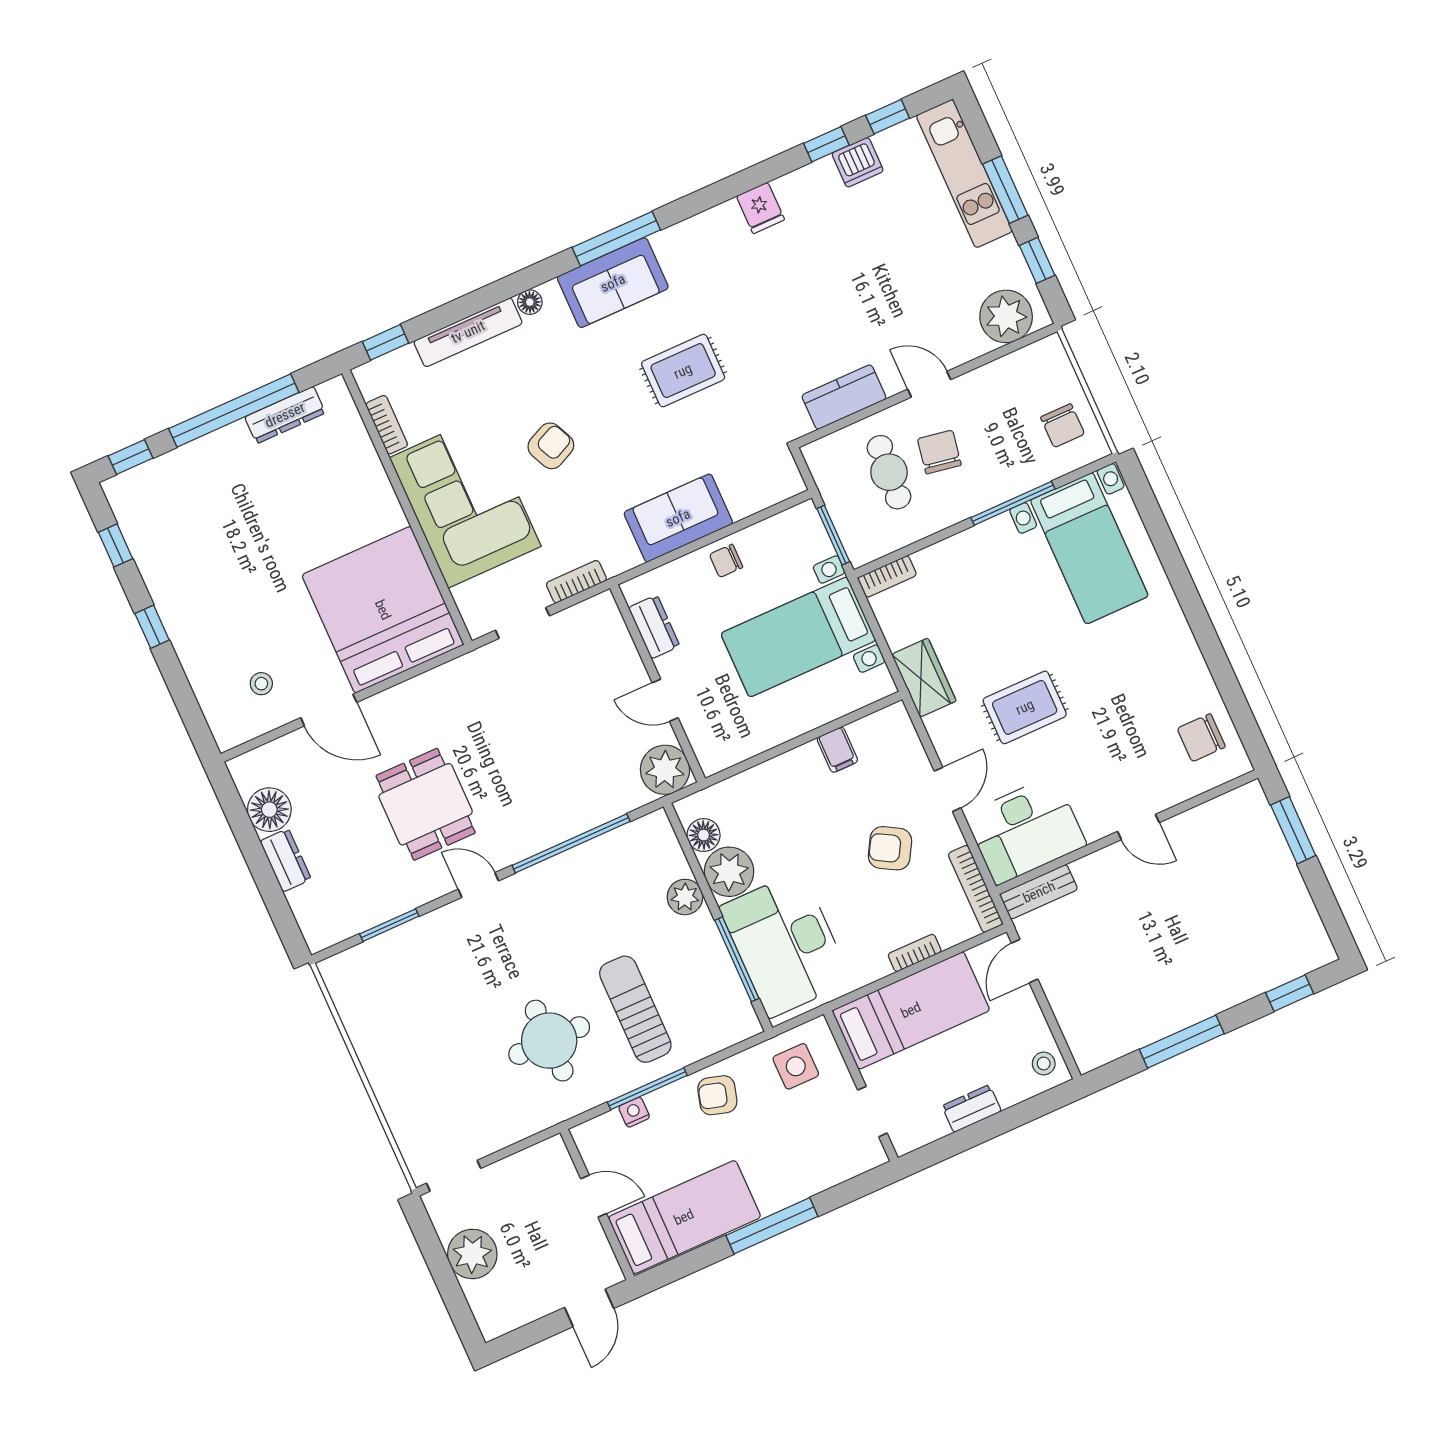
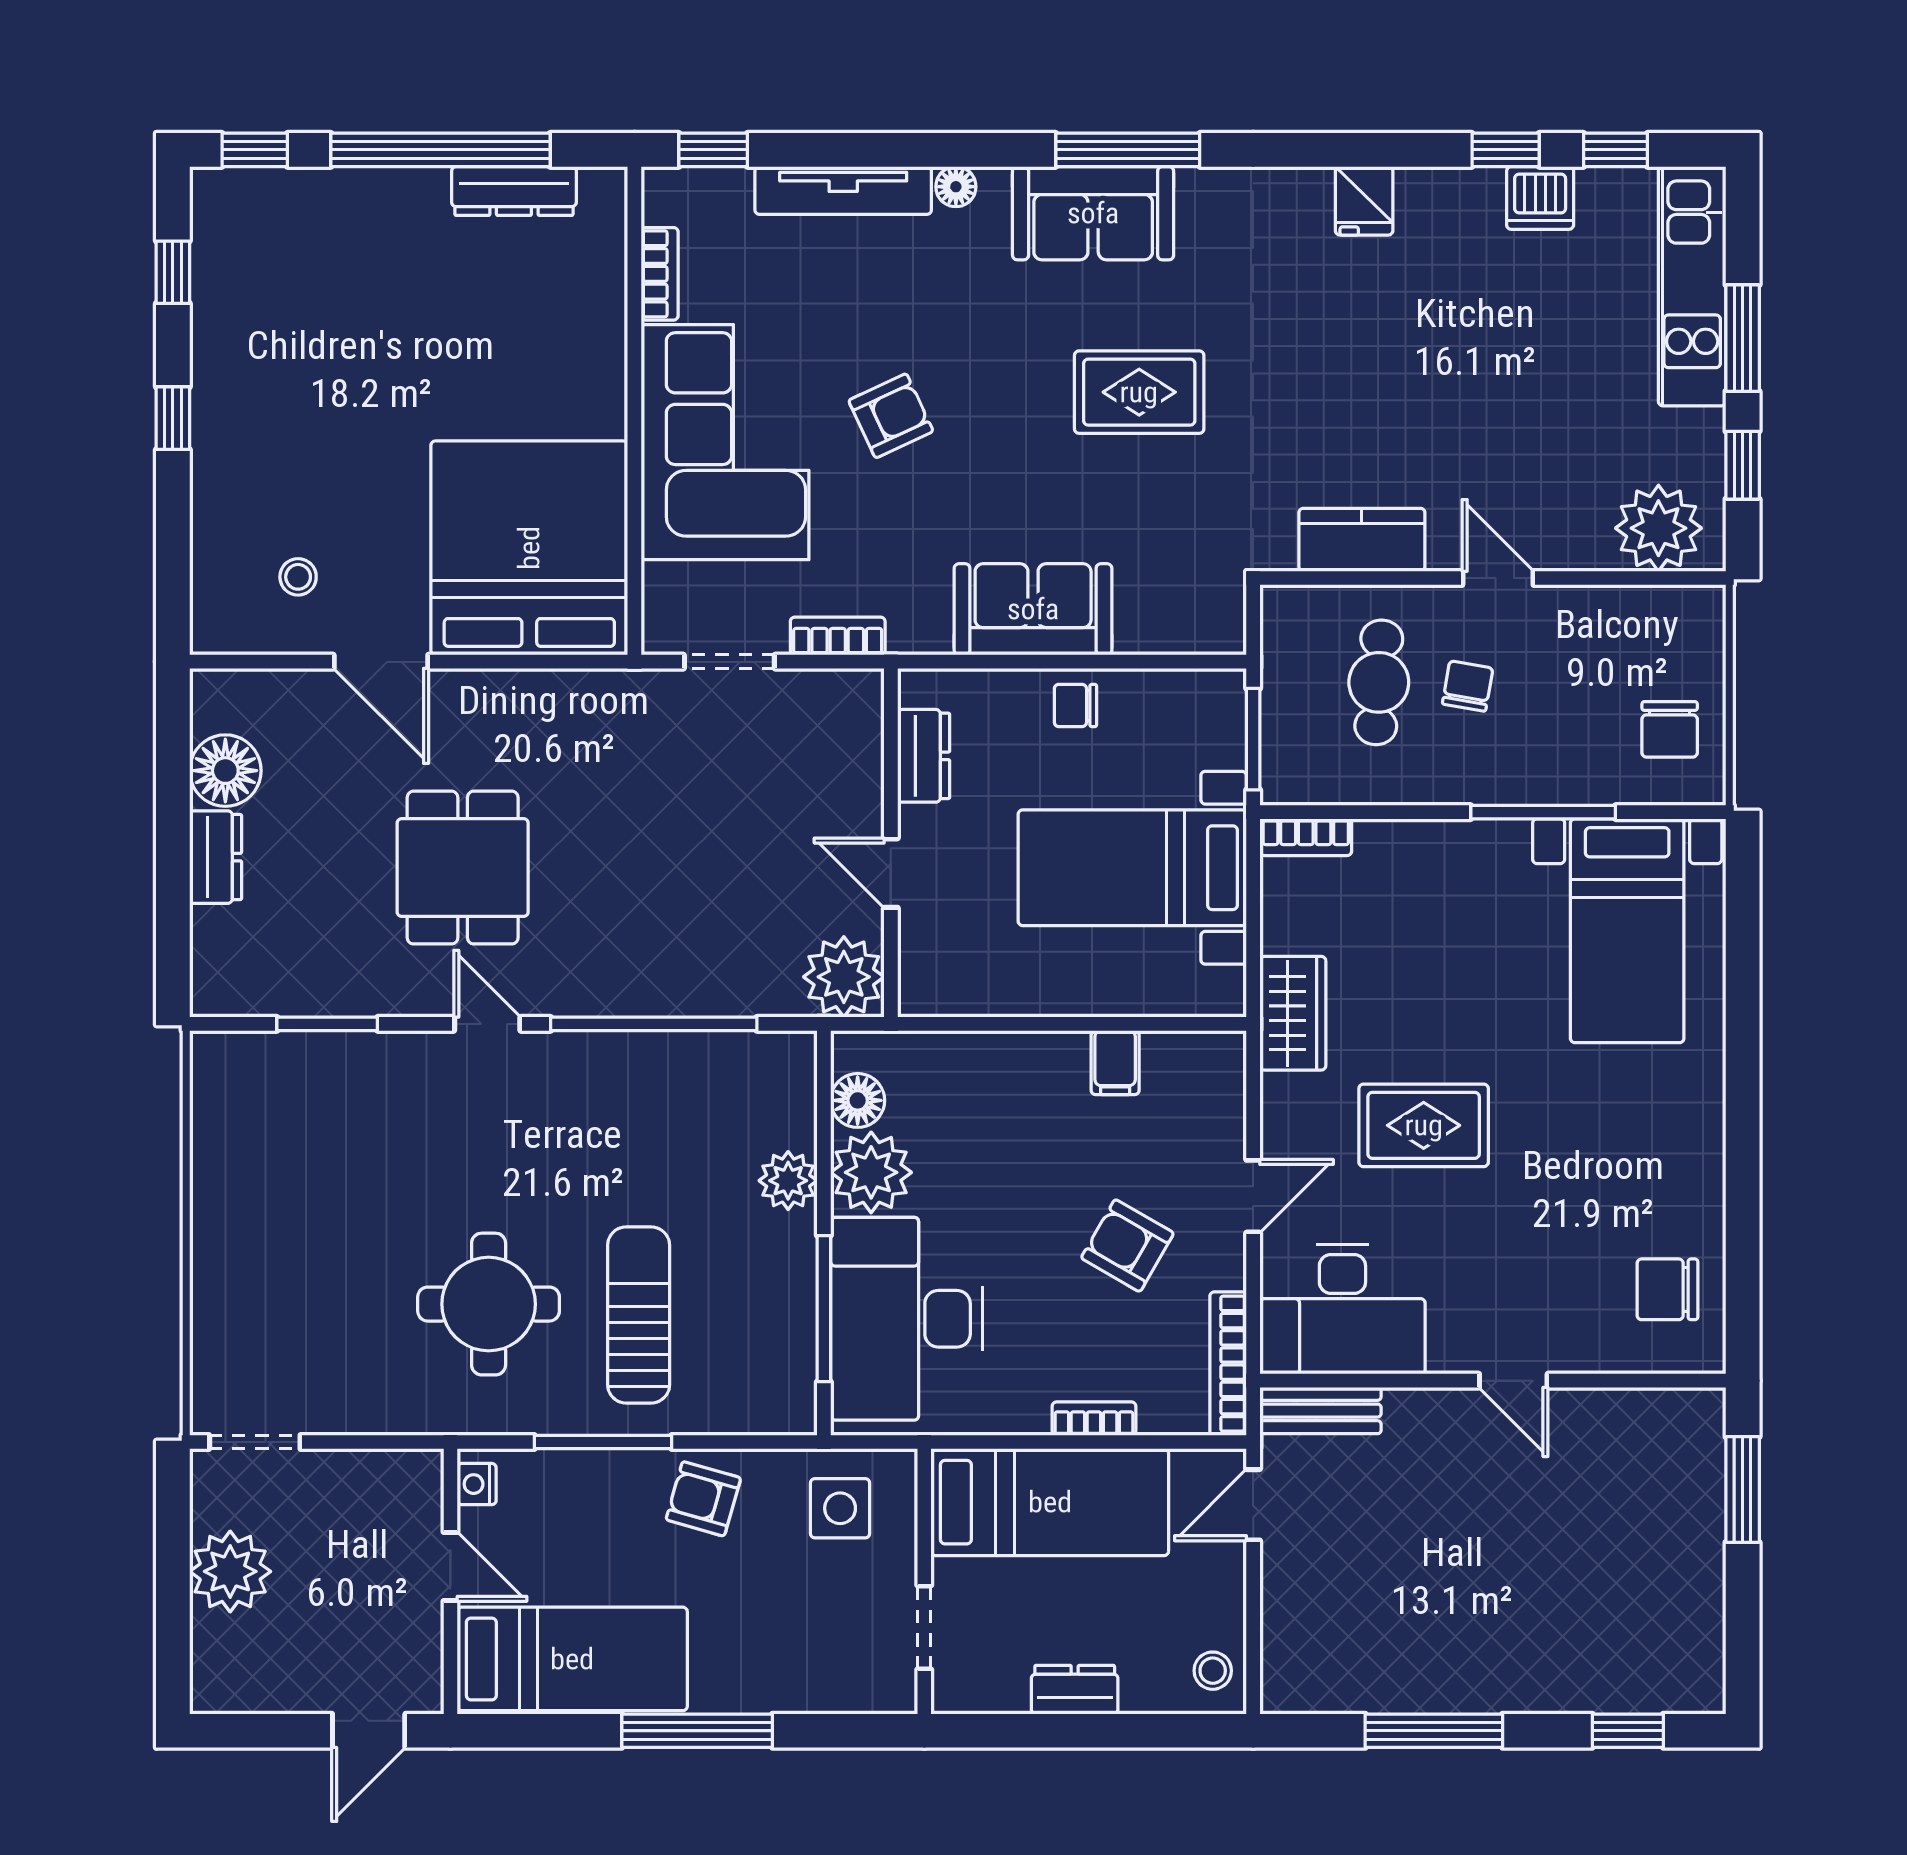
chair: (939, 452) -> (1468, 686), width x0.73, depth x0.73
nightstand: (634, 1112) -> (477, 1484), moved, turned -90

